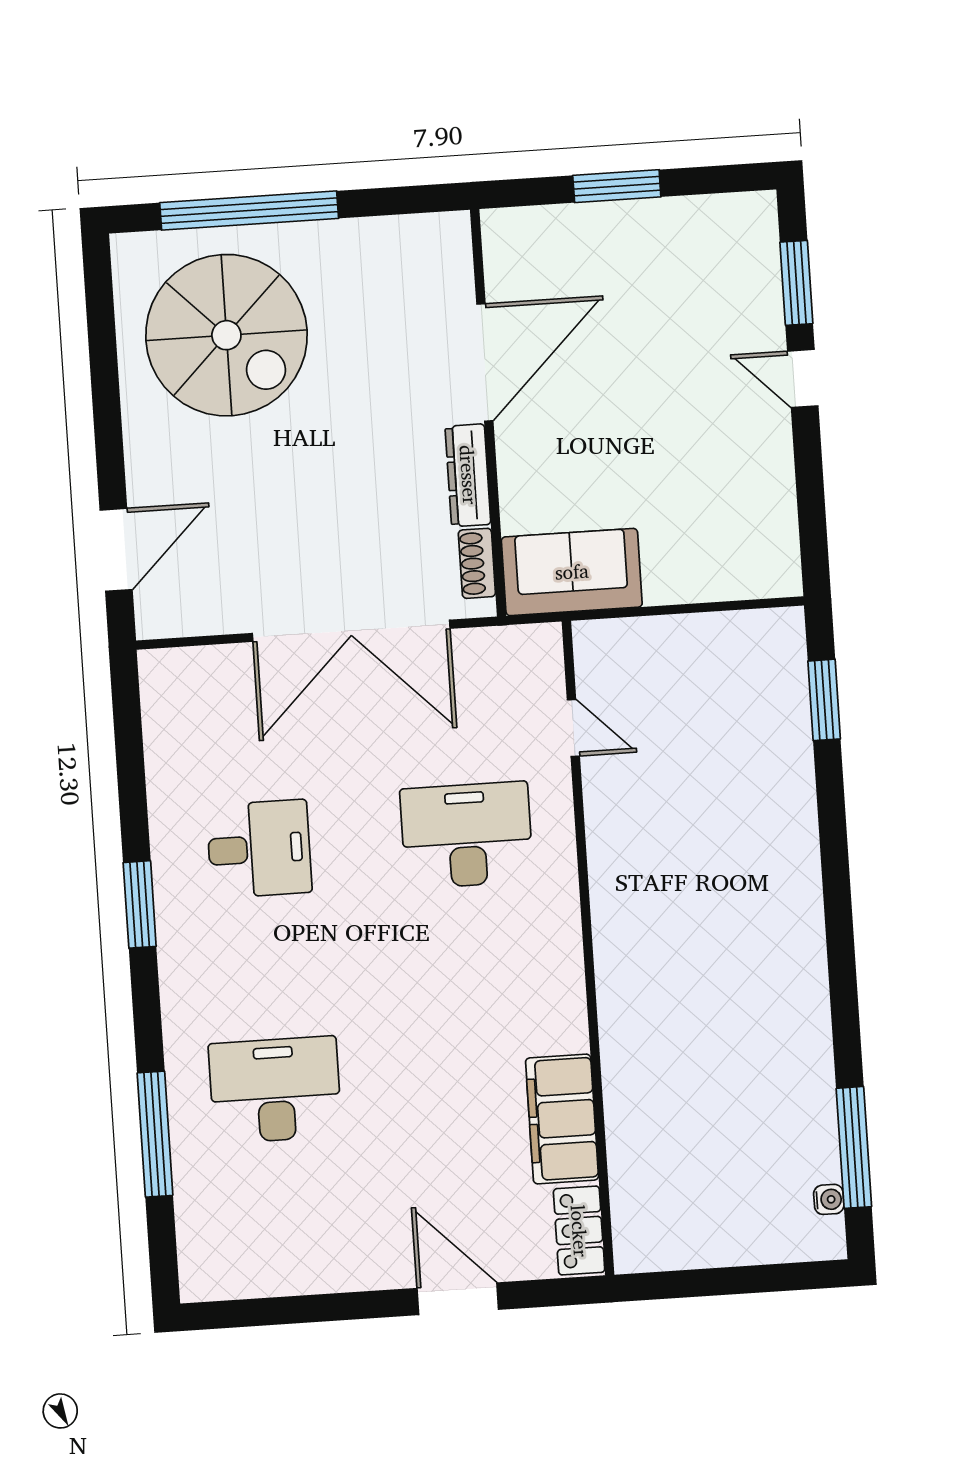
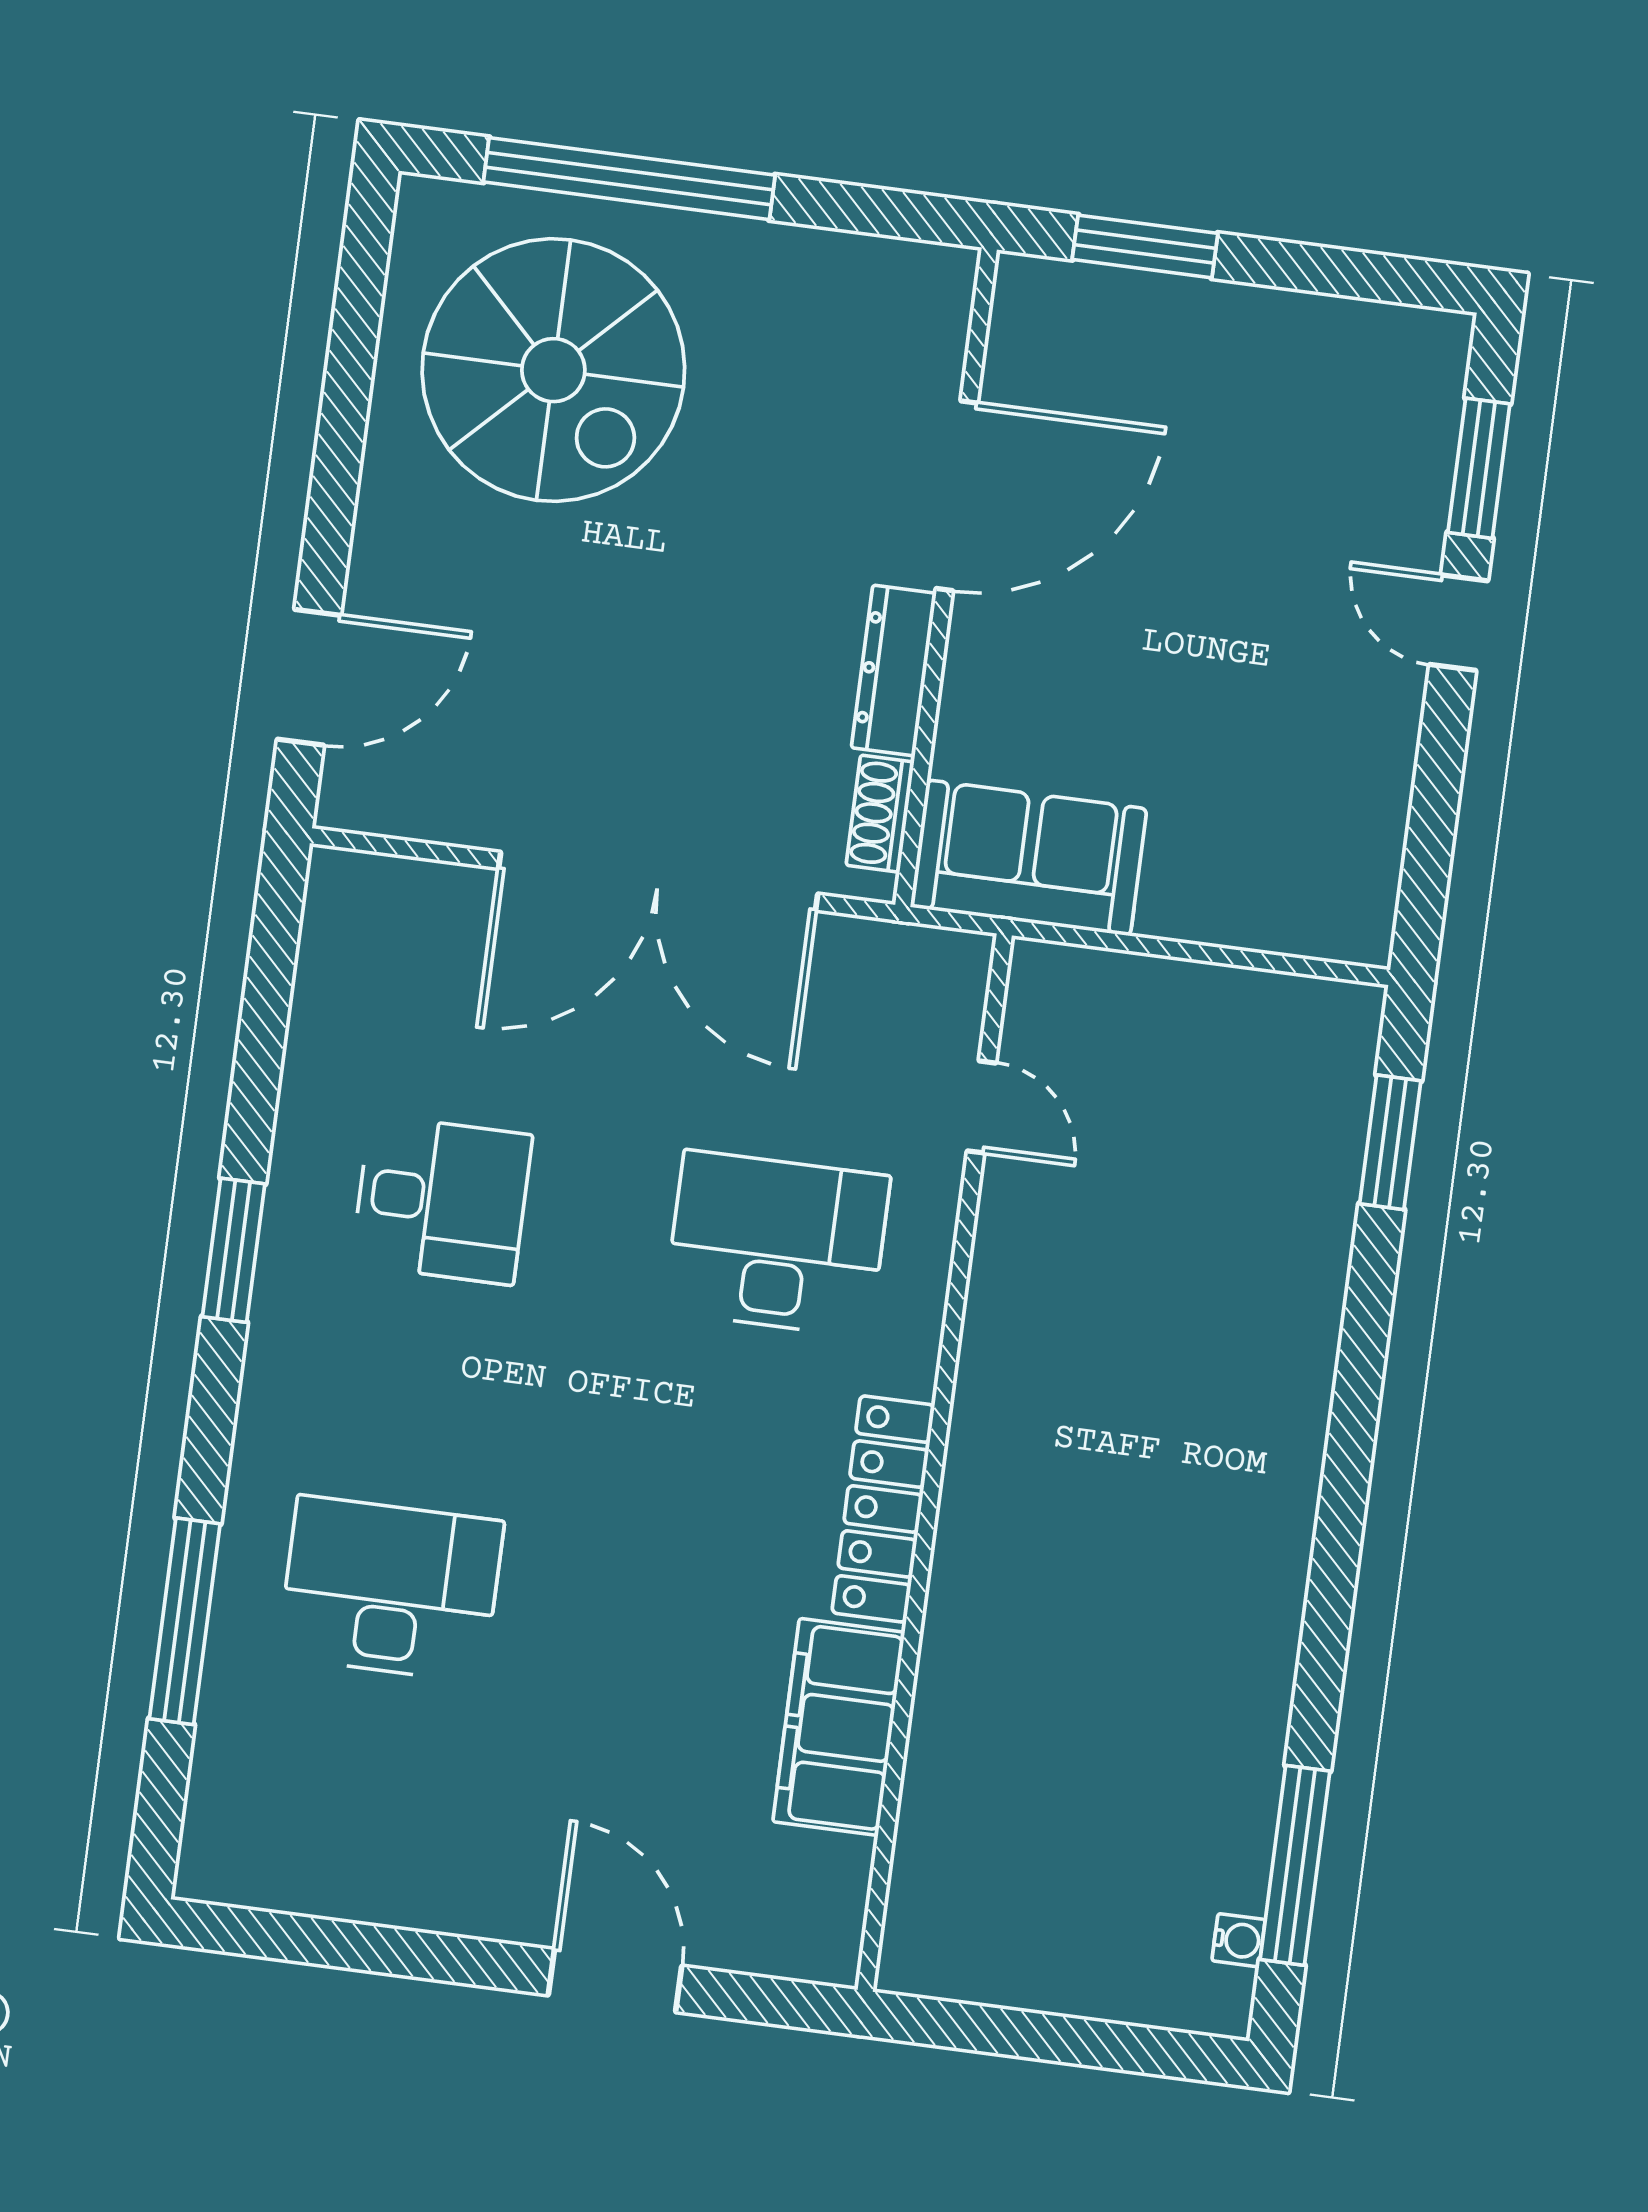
window: (617, 186) -> (1145, 246), moved
locker: (579, 1231) -> (883, 1509), moved, width x1.53

